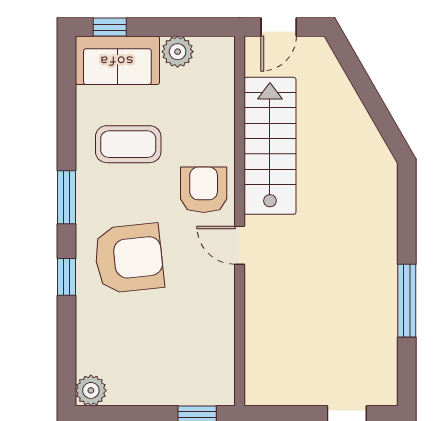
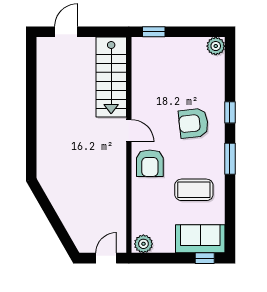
plant: (178, 52) -> (143, 244), moved
stairs: (270, 146) -> (111, 77), moved
armchair: (129, 258) -> (193, 123), width x0.73, depth x0.73
window: (407, 301) -> (31, 98), removed

